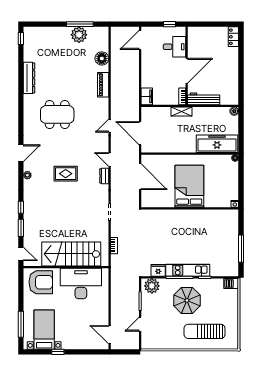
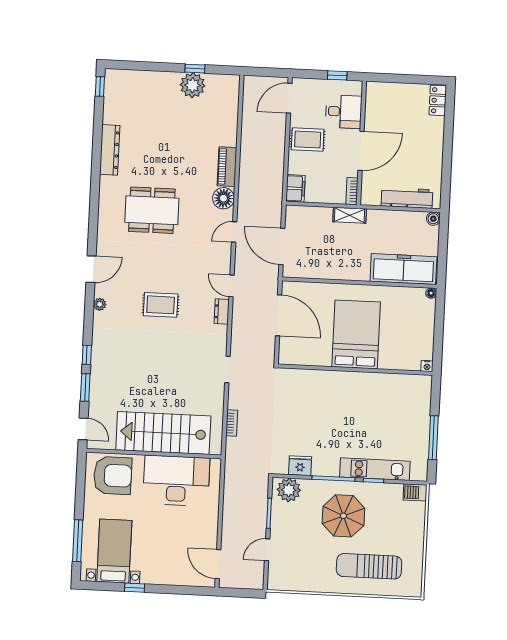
window: (80, 24) -> (195, 69), width x0.46
floor lamp: (102, 58) -> (223, 198), moved
rug: (153, 65) -> (308, 139), added
workbench: (204, 99) -> (407, 198), moved
kitchen unit: (188, 270) -> (375, 469), moved

